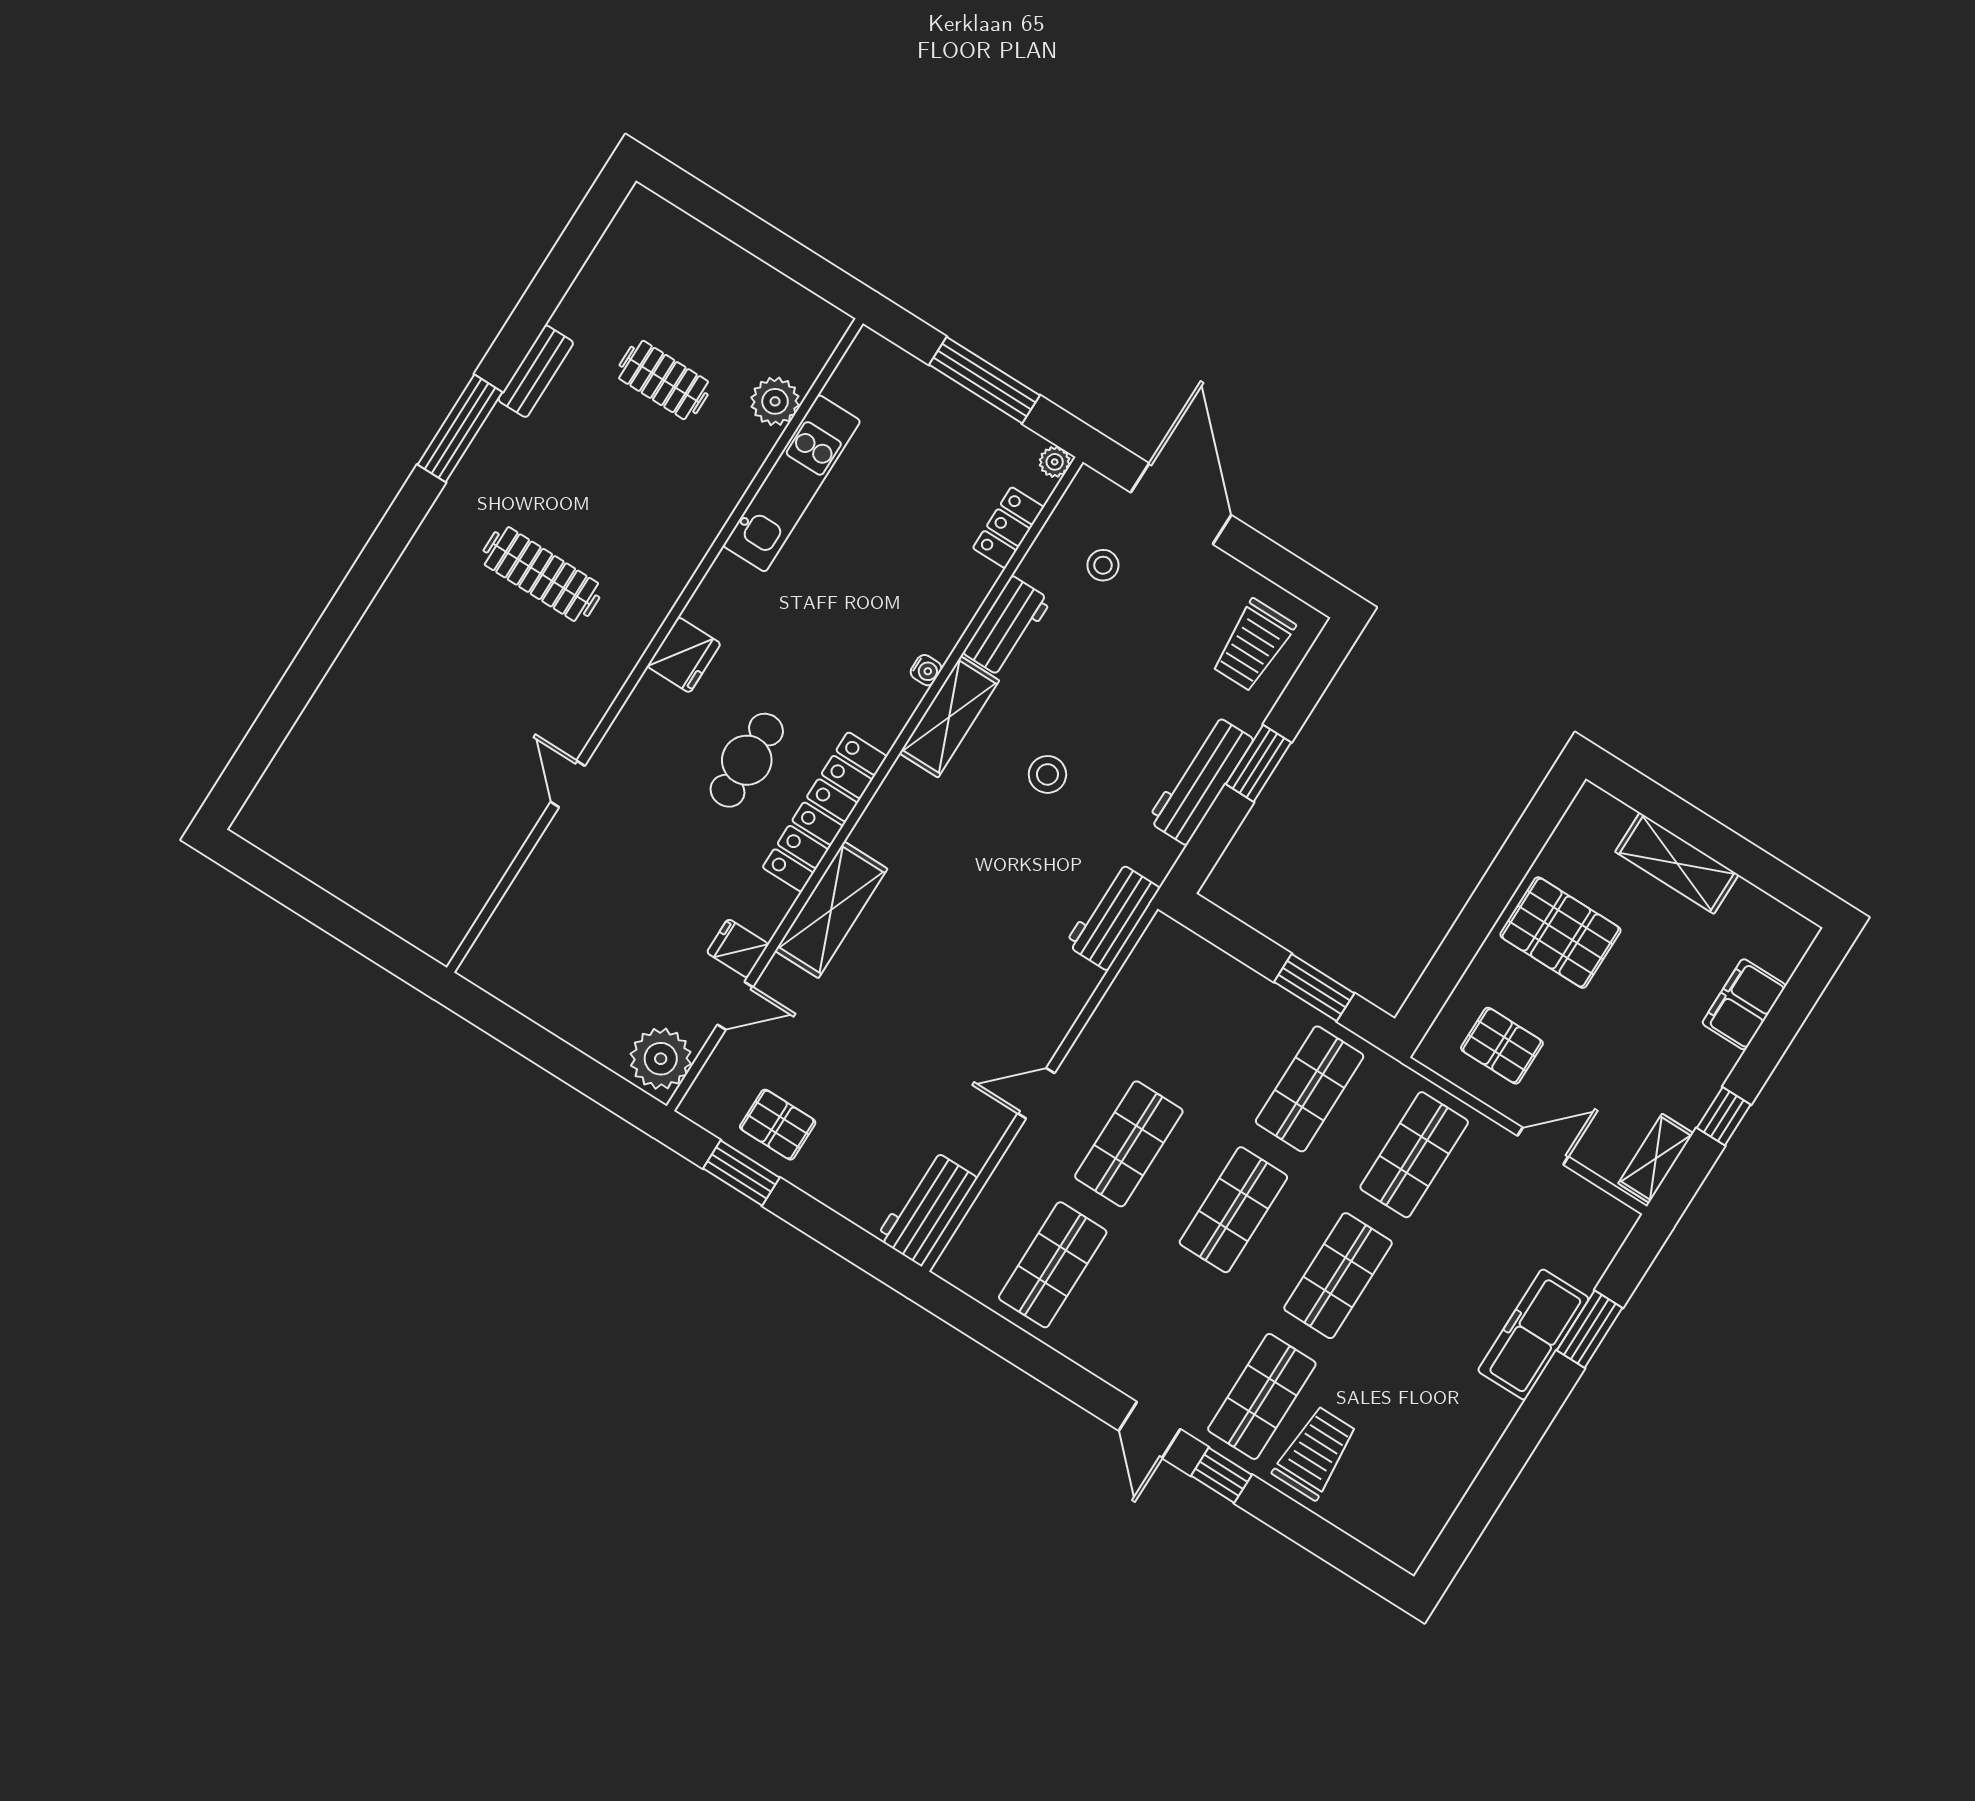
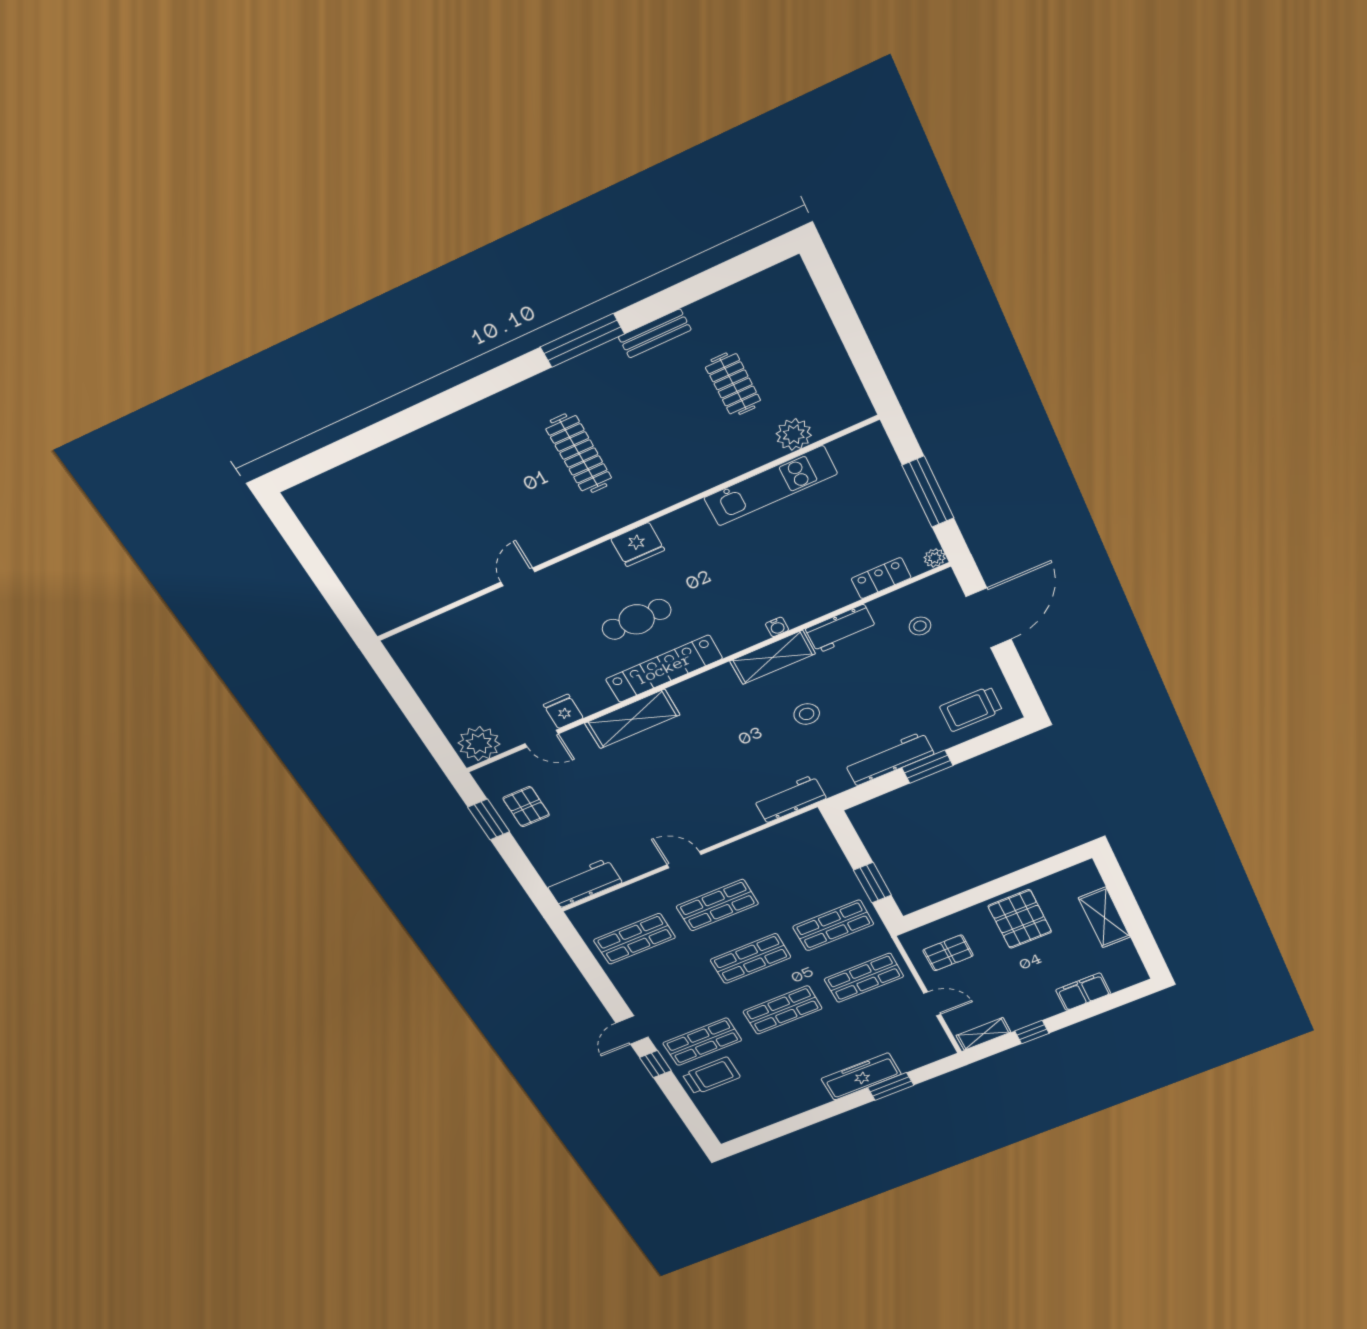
pallet: (1502, 1046) -> (948, 953), turned 90

